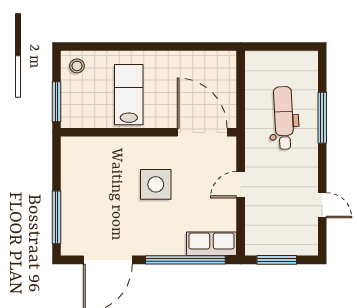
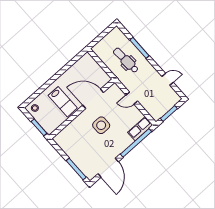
lab bench: (129, 95) -> (63, 102), turned 180
door: (202, 132) -> (93, 99), moved
door: (241, 185) -> (132, 98), hinge flipped

